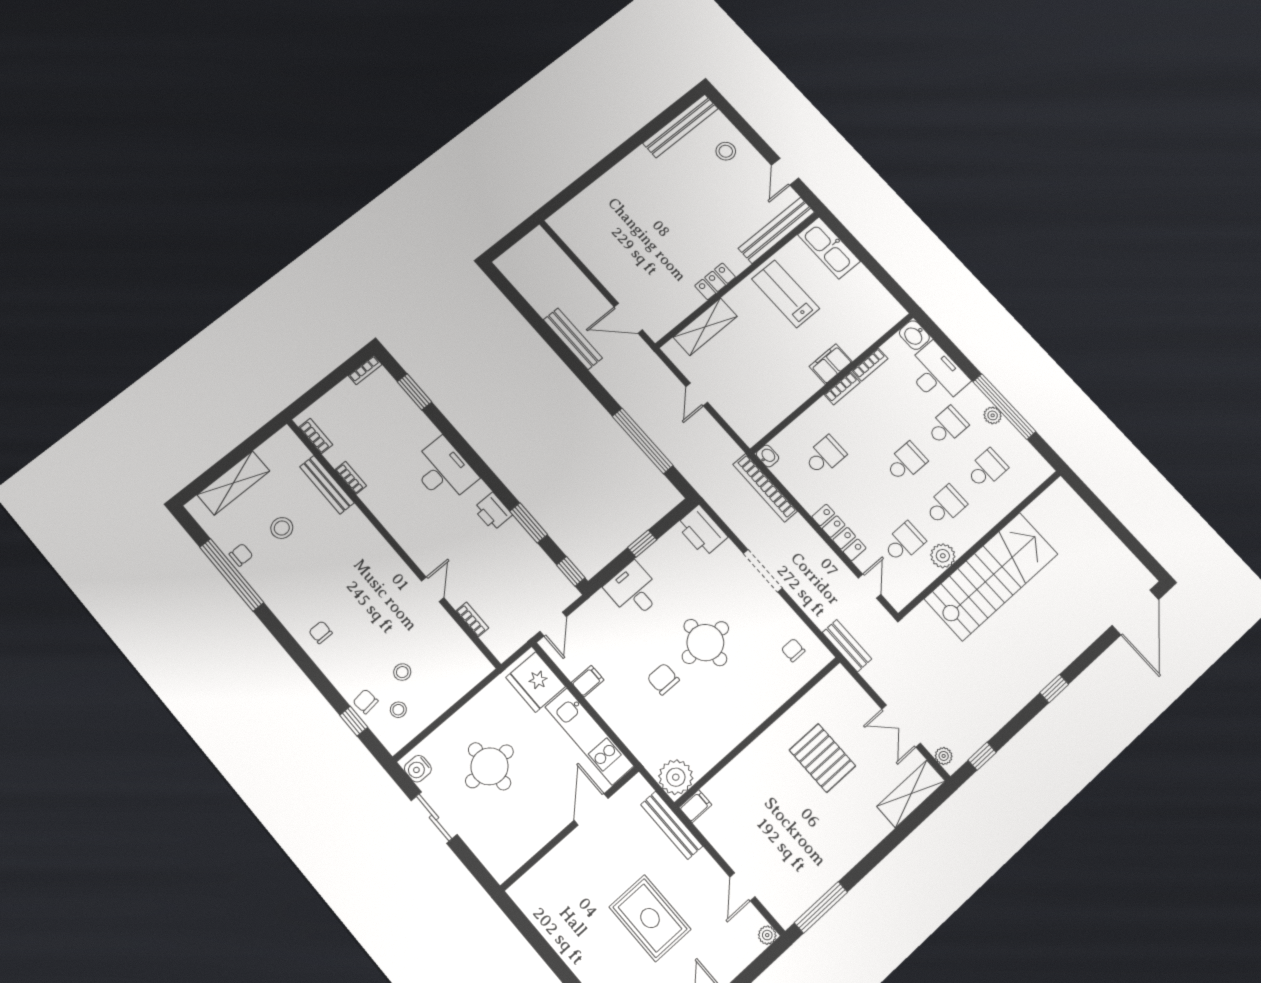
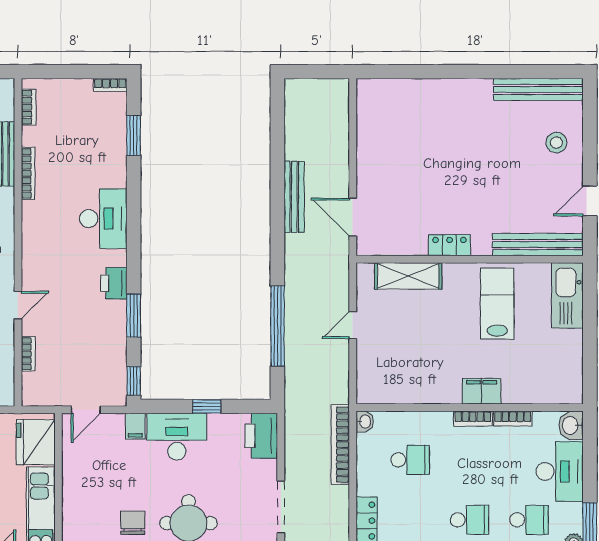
bookcase: (351, 478) -> (28, 173), width x1.56
desk: (634, 590) -> (177, 437), width x1.37
filing cabinet: (588, 681) -> (135, 426), moved, turned 90

